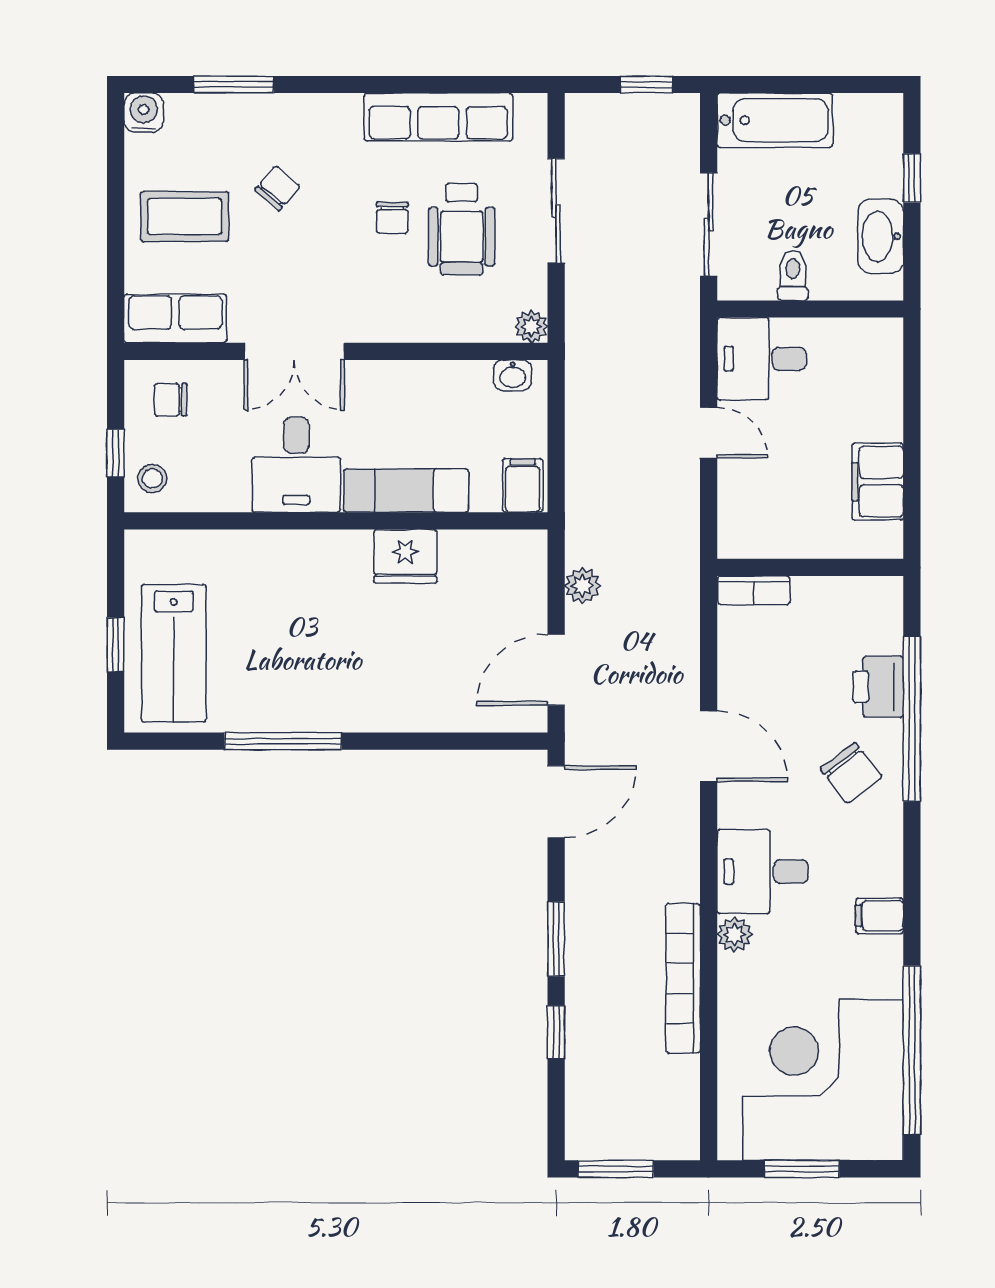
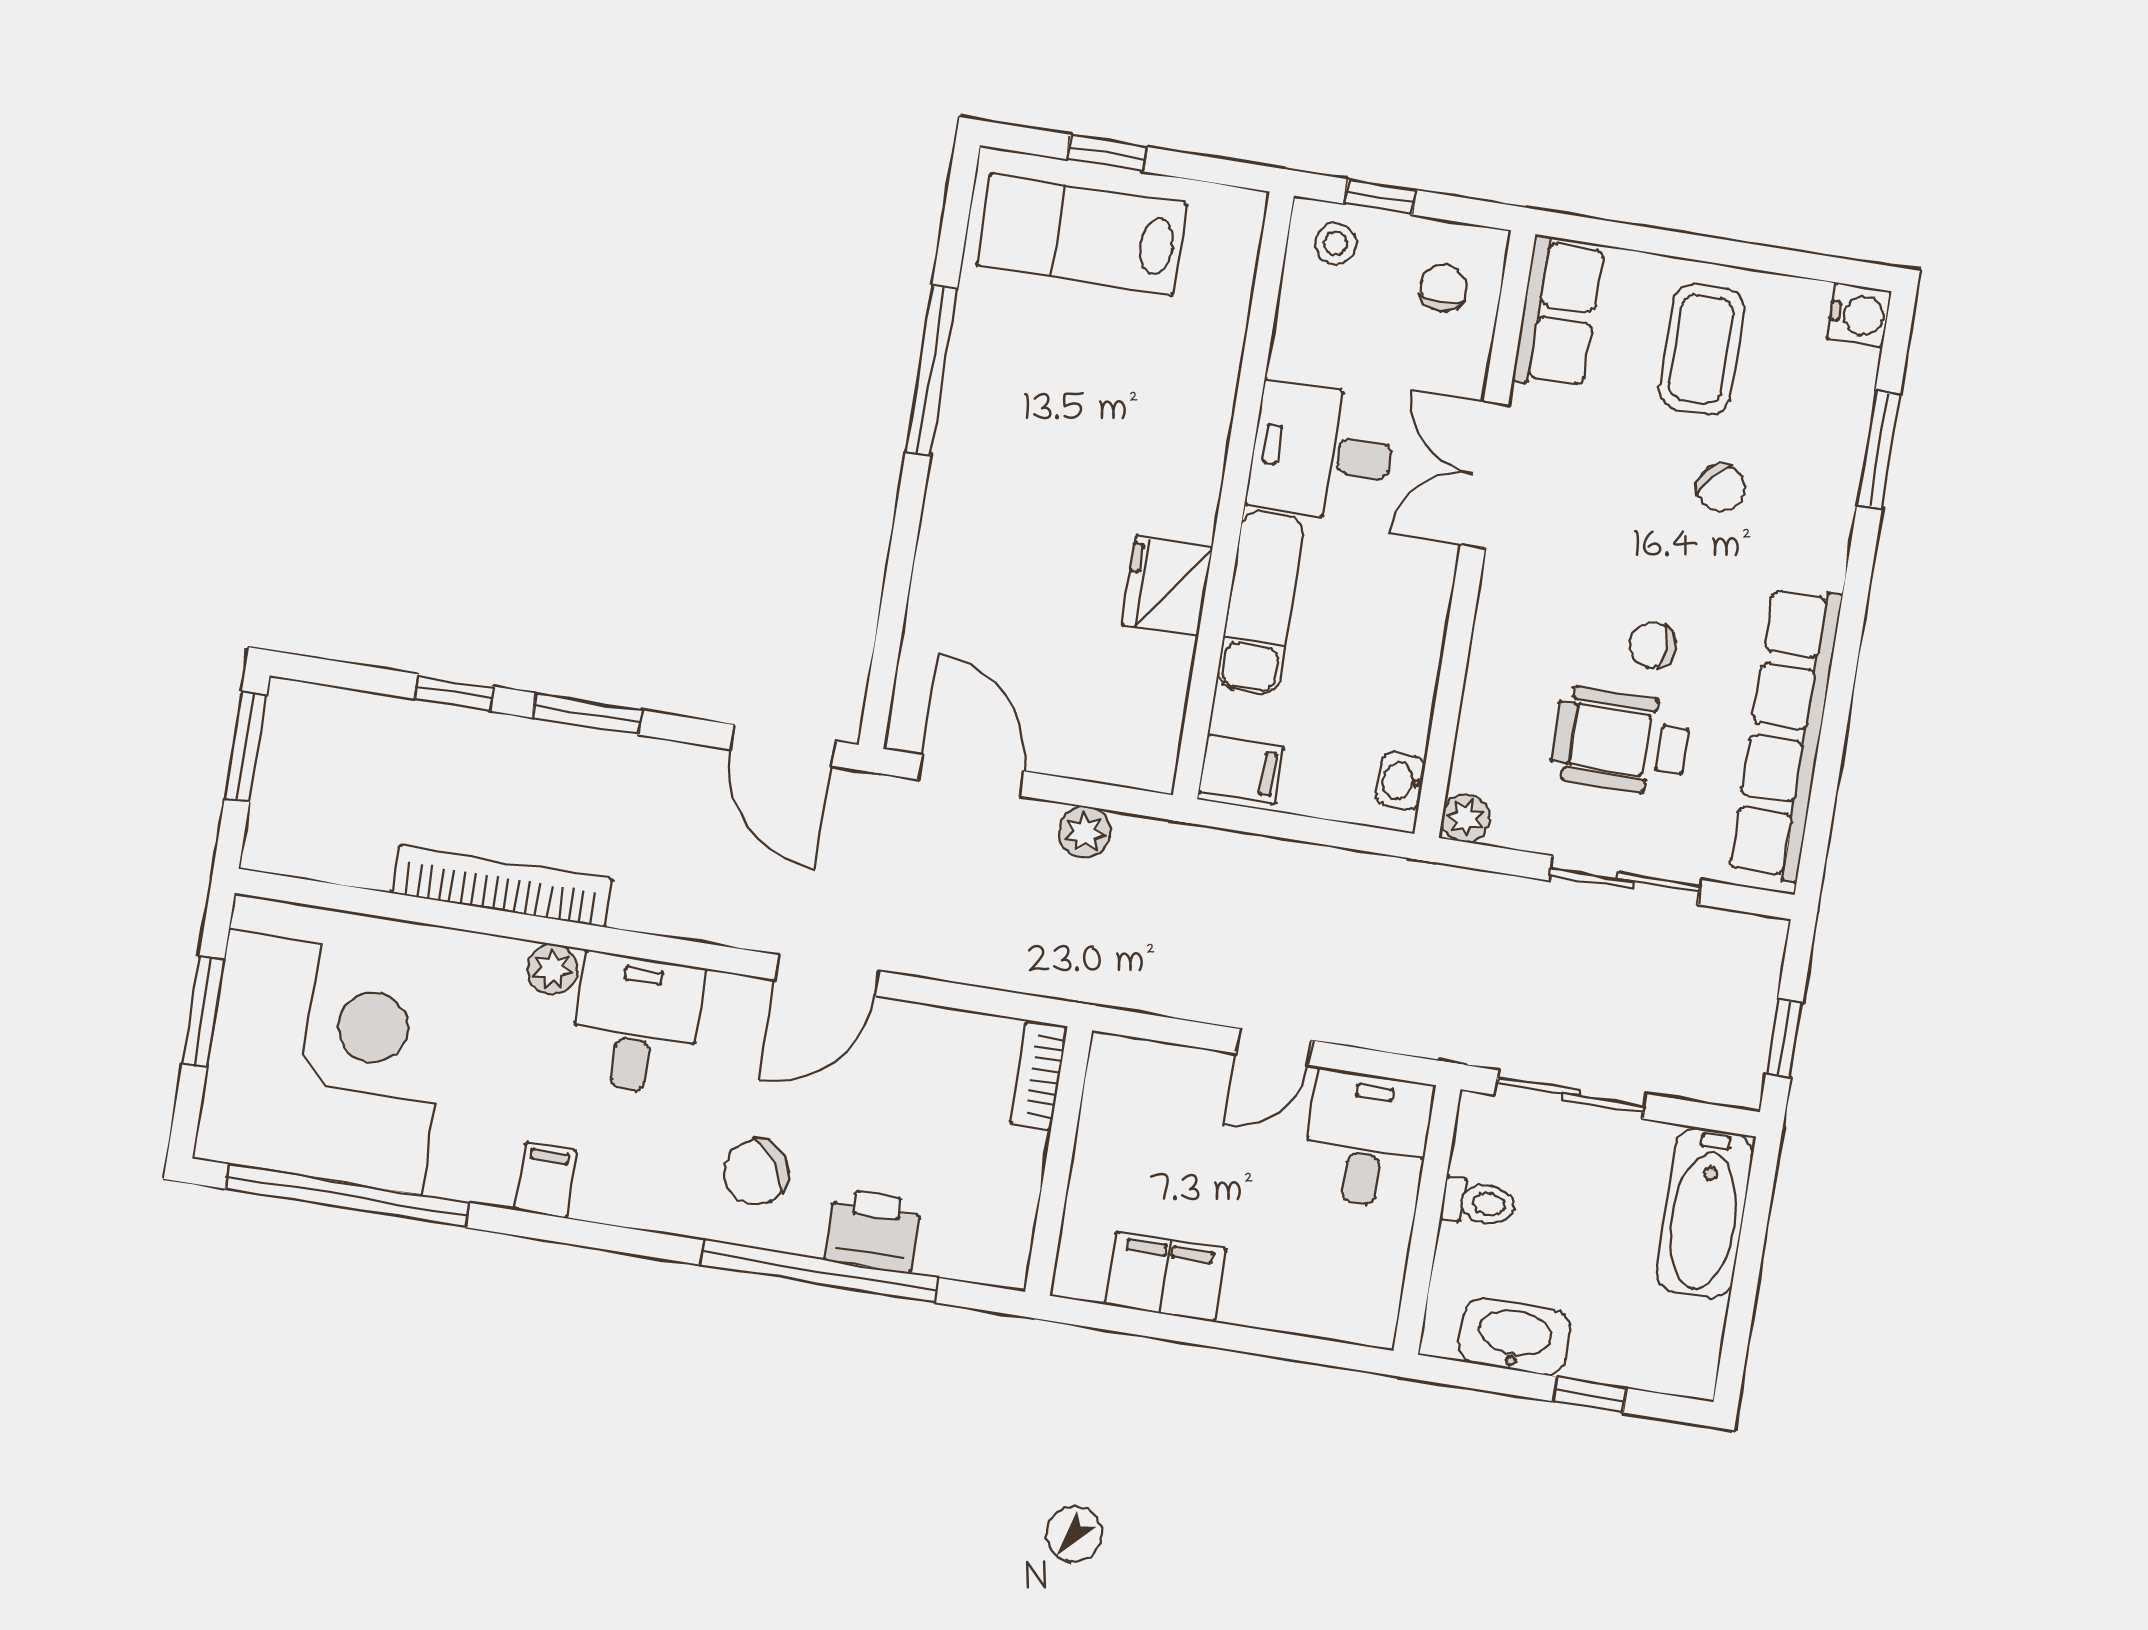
row of seats: (438, 117) -> (1786, 734), width x1.36

